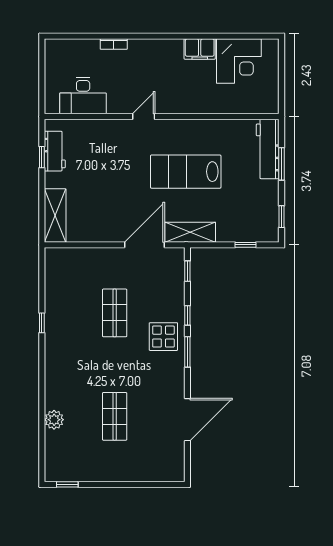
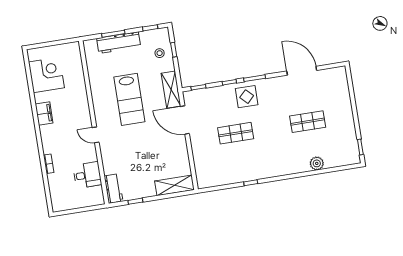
filing cabinet: (200, 49) -> (44, 113), moved
desk: (83, 96) -> (87, 175), width x0.73
workbench: (268, 149) -> (119, 43), moved
workbench: (55, 151) -> (114, 189), moved, turned 90
stool: (244, 224) -> (160, 53), added

